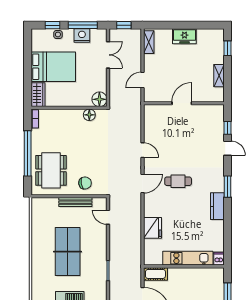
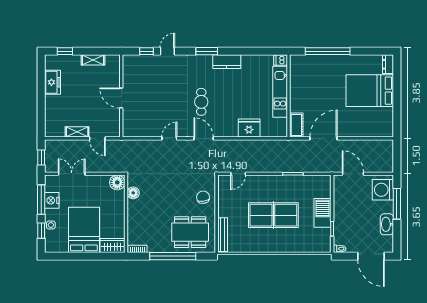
freezer: (184, 36) -> (53, 82), moved
shelving: (149, 42) -> (77, 132), moved
bench: (75, 202) -> (223, 235), moved

